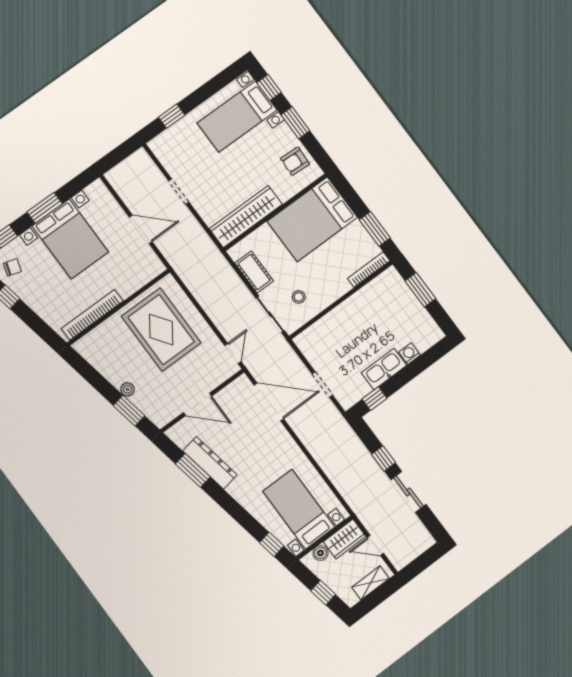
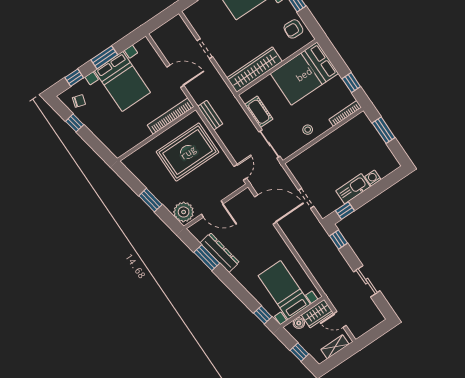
window: (375, 229) -> (351, 83), width x0.67
bench: (189, 279) -> (210, 115), added
stool: (299, 297) -> (308, 130), moved
bookcase: (92, 315) -> (171, 116), moved
rug: (161, 330) -> (188, 152), turned 90
plant: (127, 389) -> (184, 212), moved, width x1.87, depth x1.87
window: (129, 411) -> (150, 200), moved
window: (384, 458) -> (339, 240), moved

